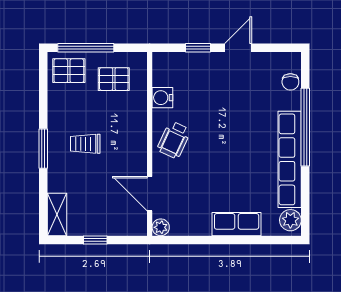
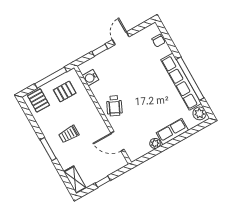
window: (86, 48) -> (51, 78), moved
pallet: (69, 71) -> (39, 100), turned 90
water cooler: (162, 98) -> (91, 78), moved
window: (305, 127) -> (190, 79), moved
plant: (161, 227) -> (155, 143), moved

